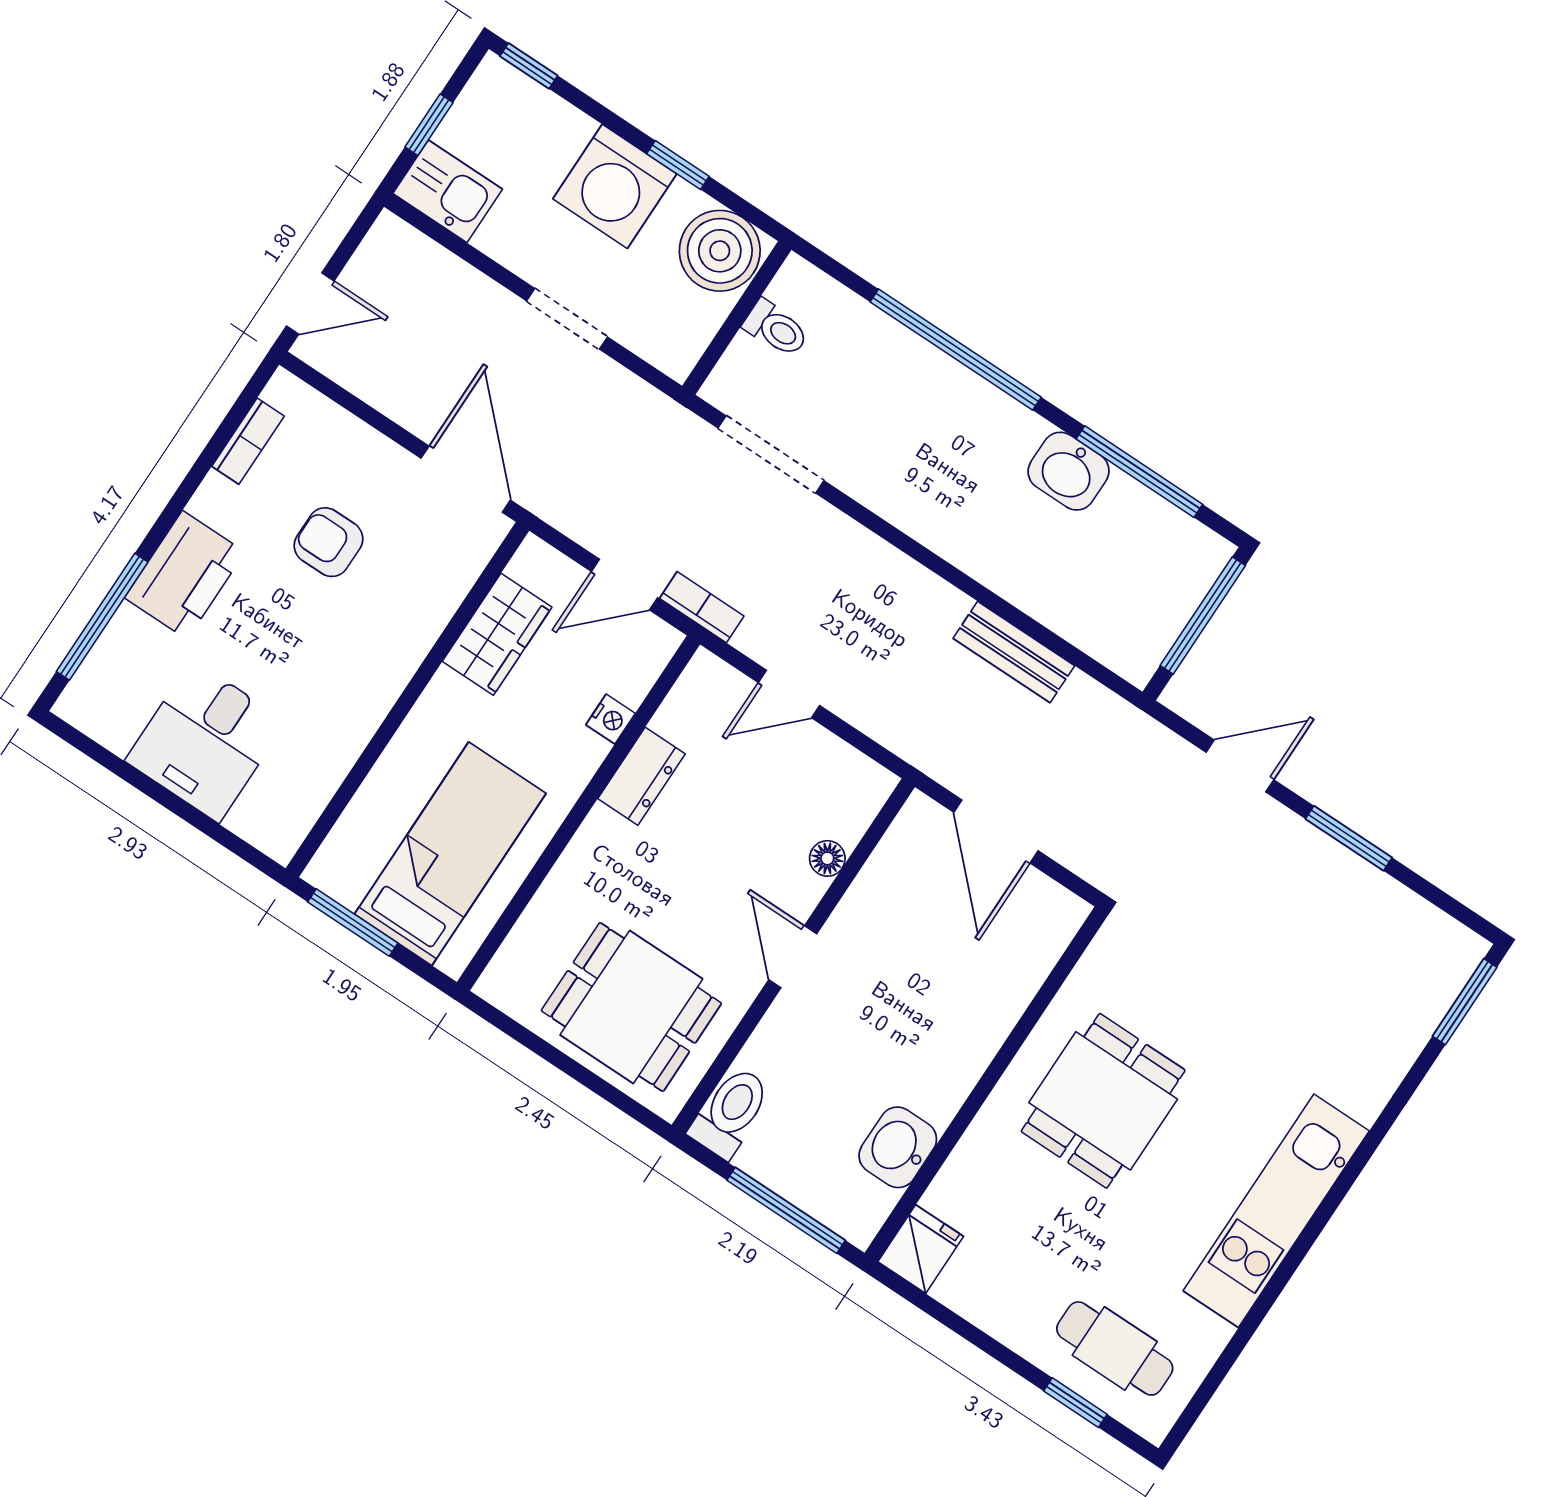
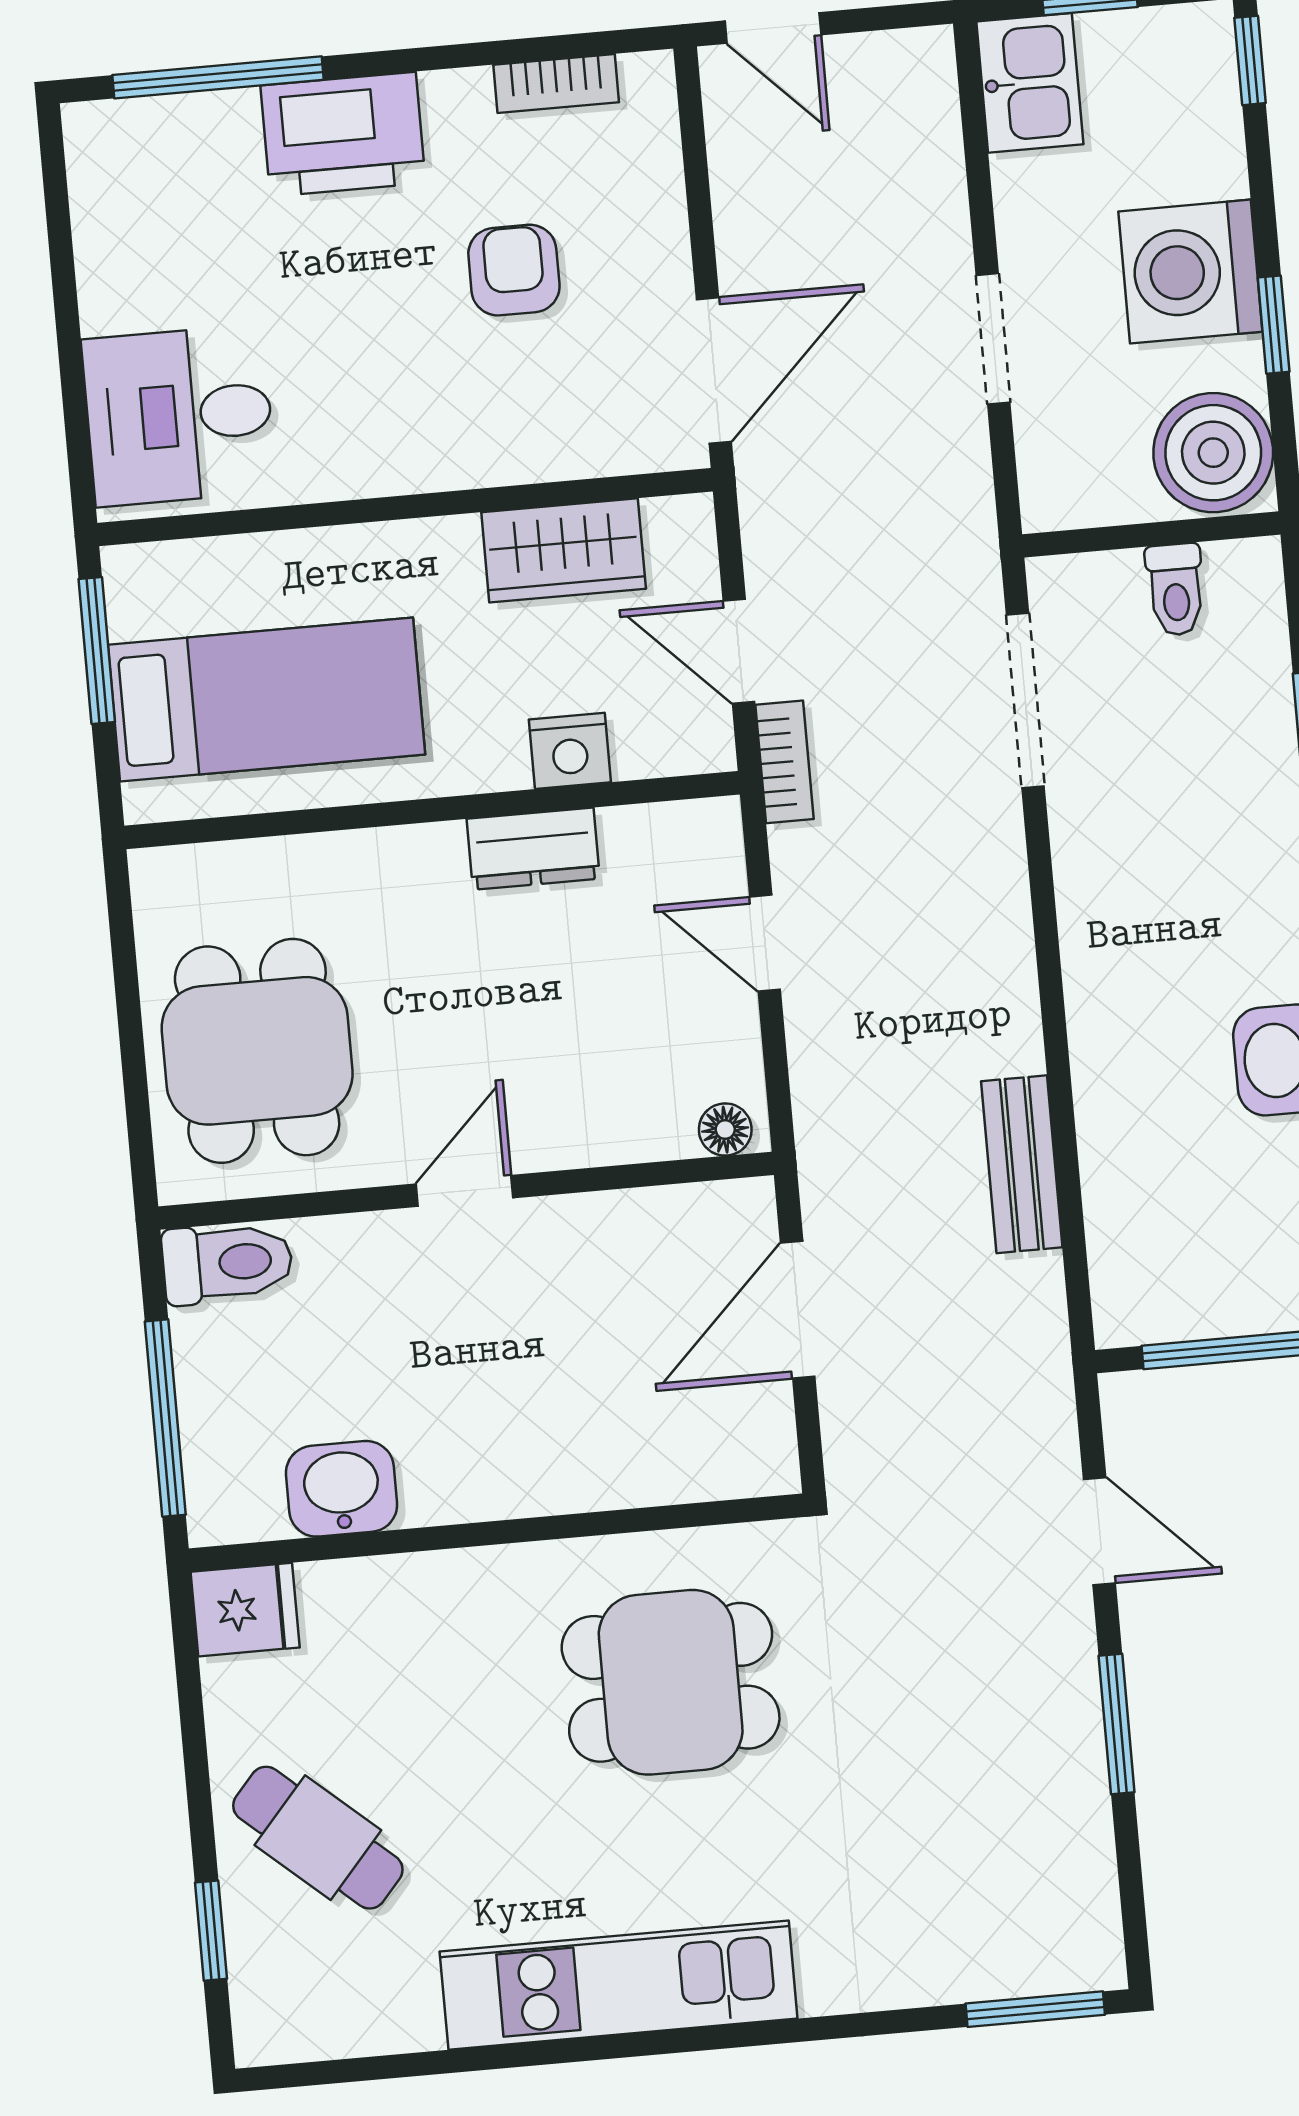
nightstand: (610, 719) -> (570, 751), width x1.39, depth x1.35
desk: (206, 741) -> (179, 416), moved
floor lamp: (827, 858) -> (725, 1130), moved
dining table: (1103, 1101) -> (671, 1682), moved
cafe table: (1115, 1348) -> (318, 1838), moved, turned -49

